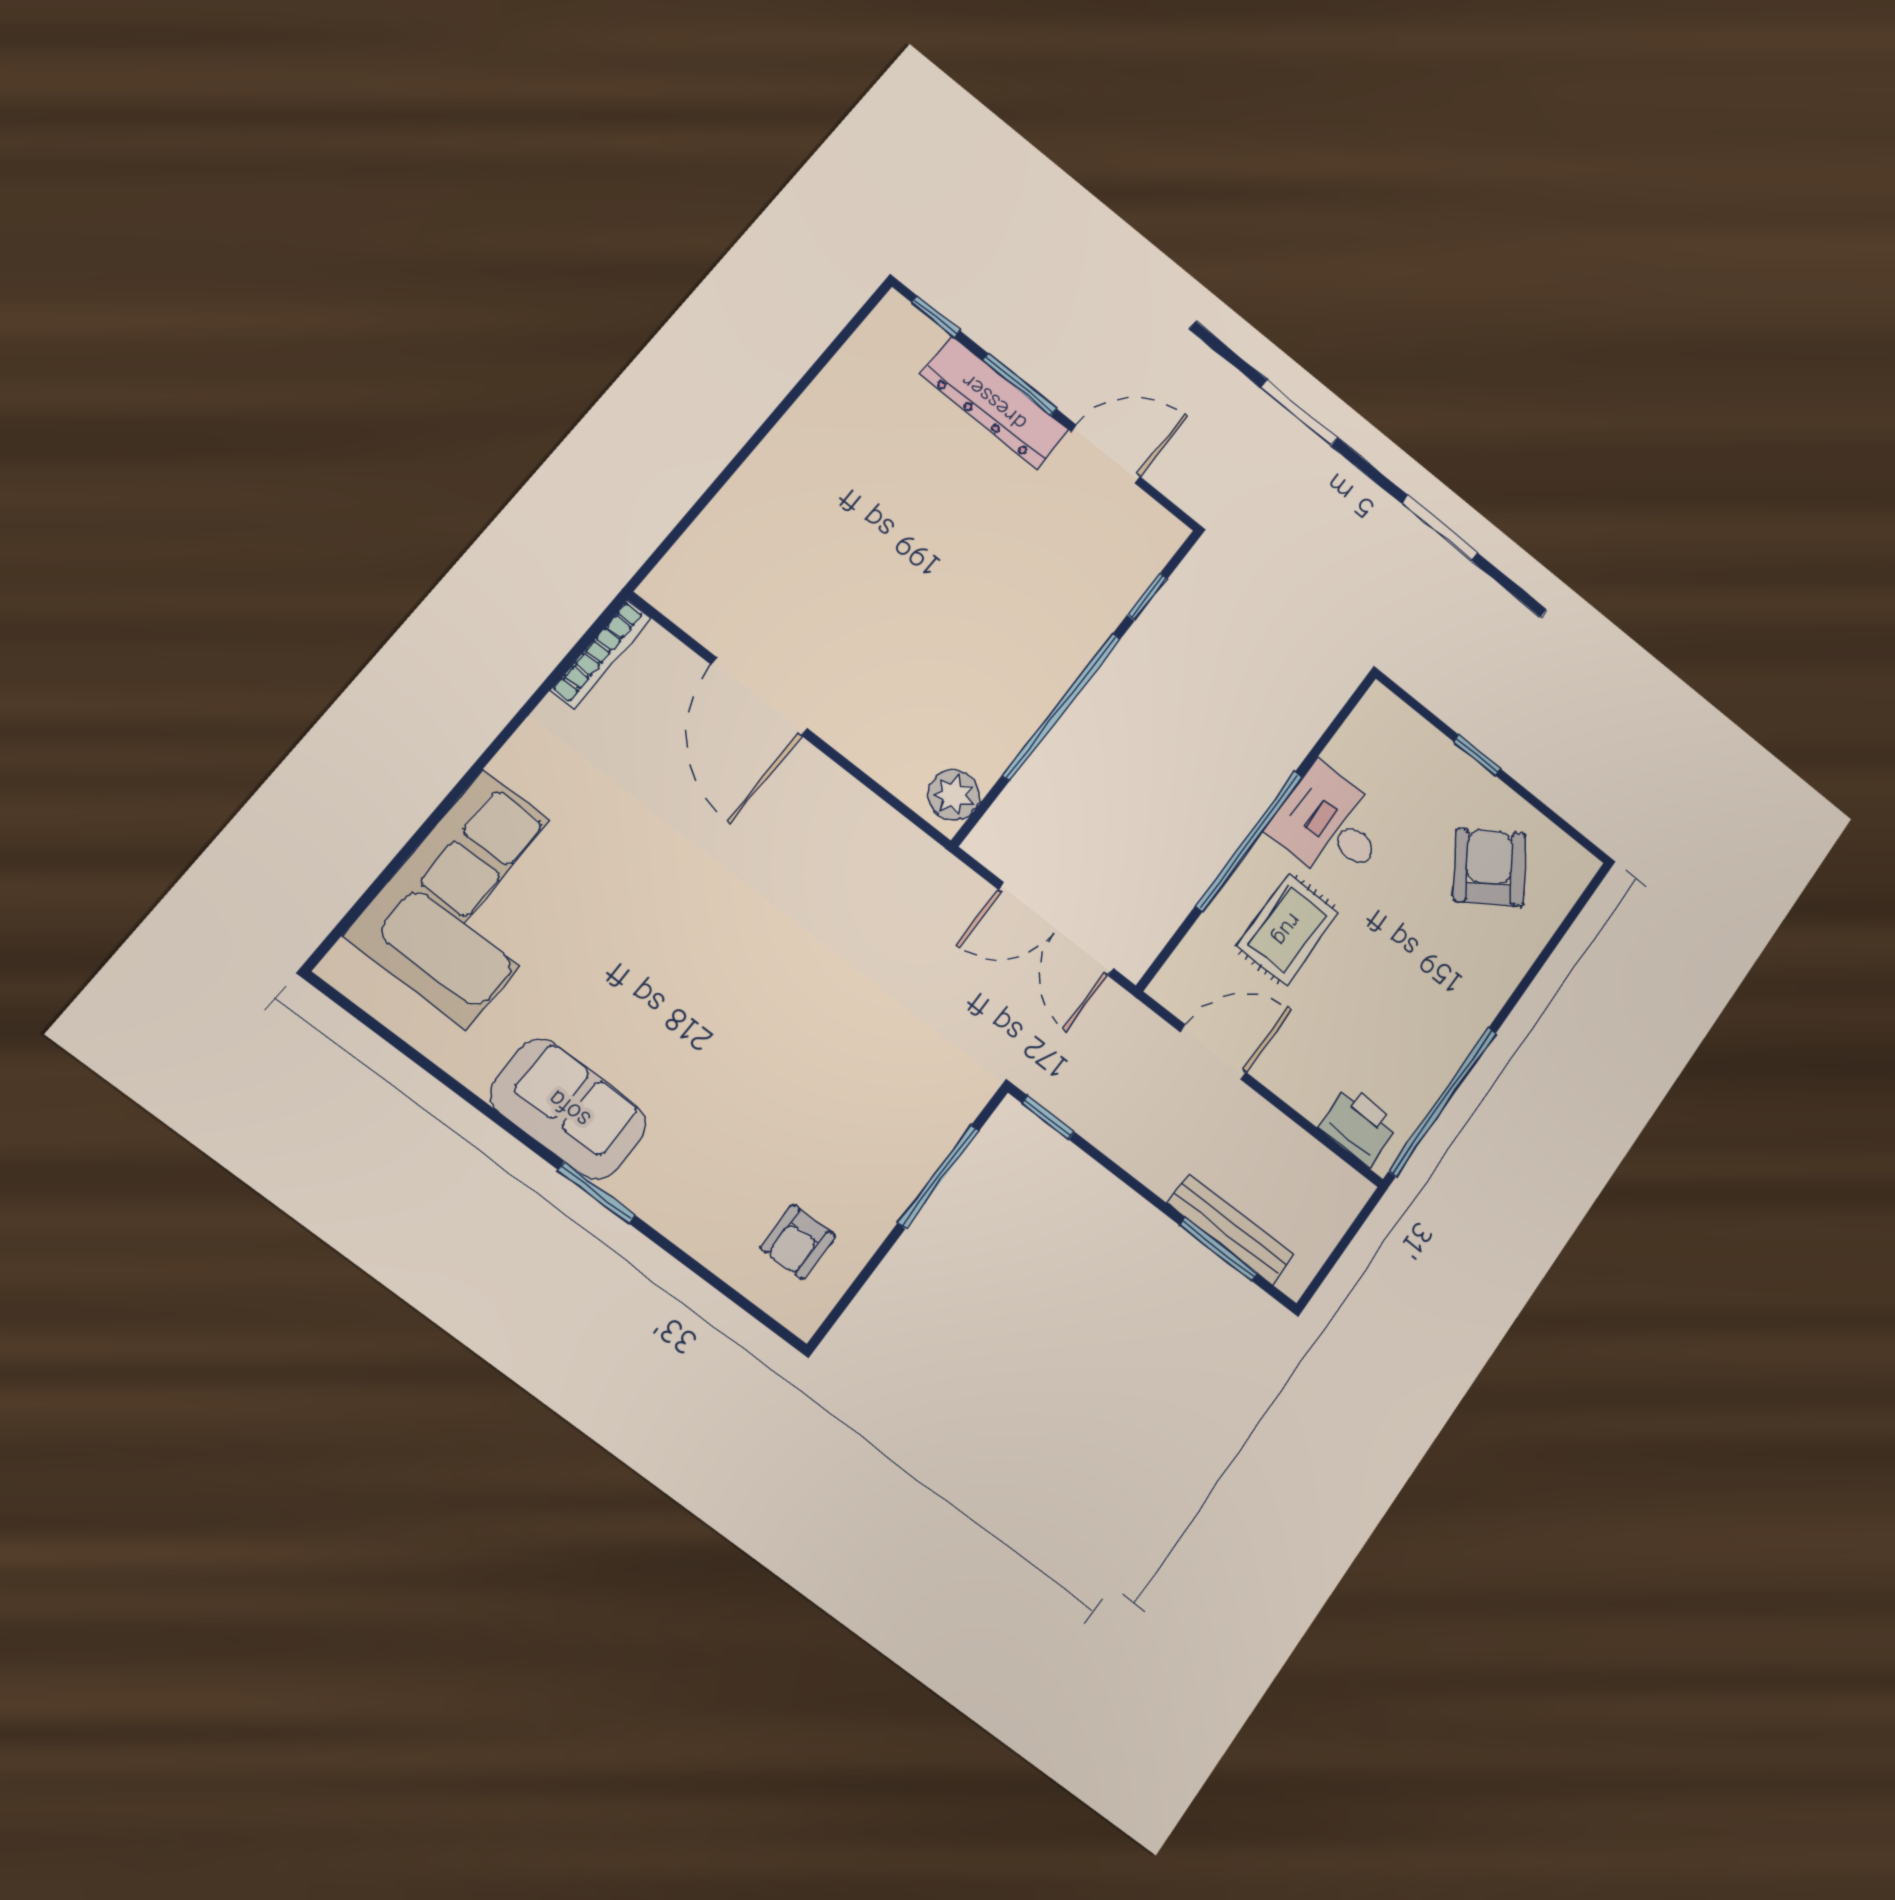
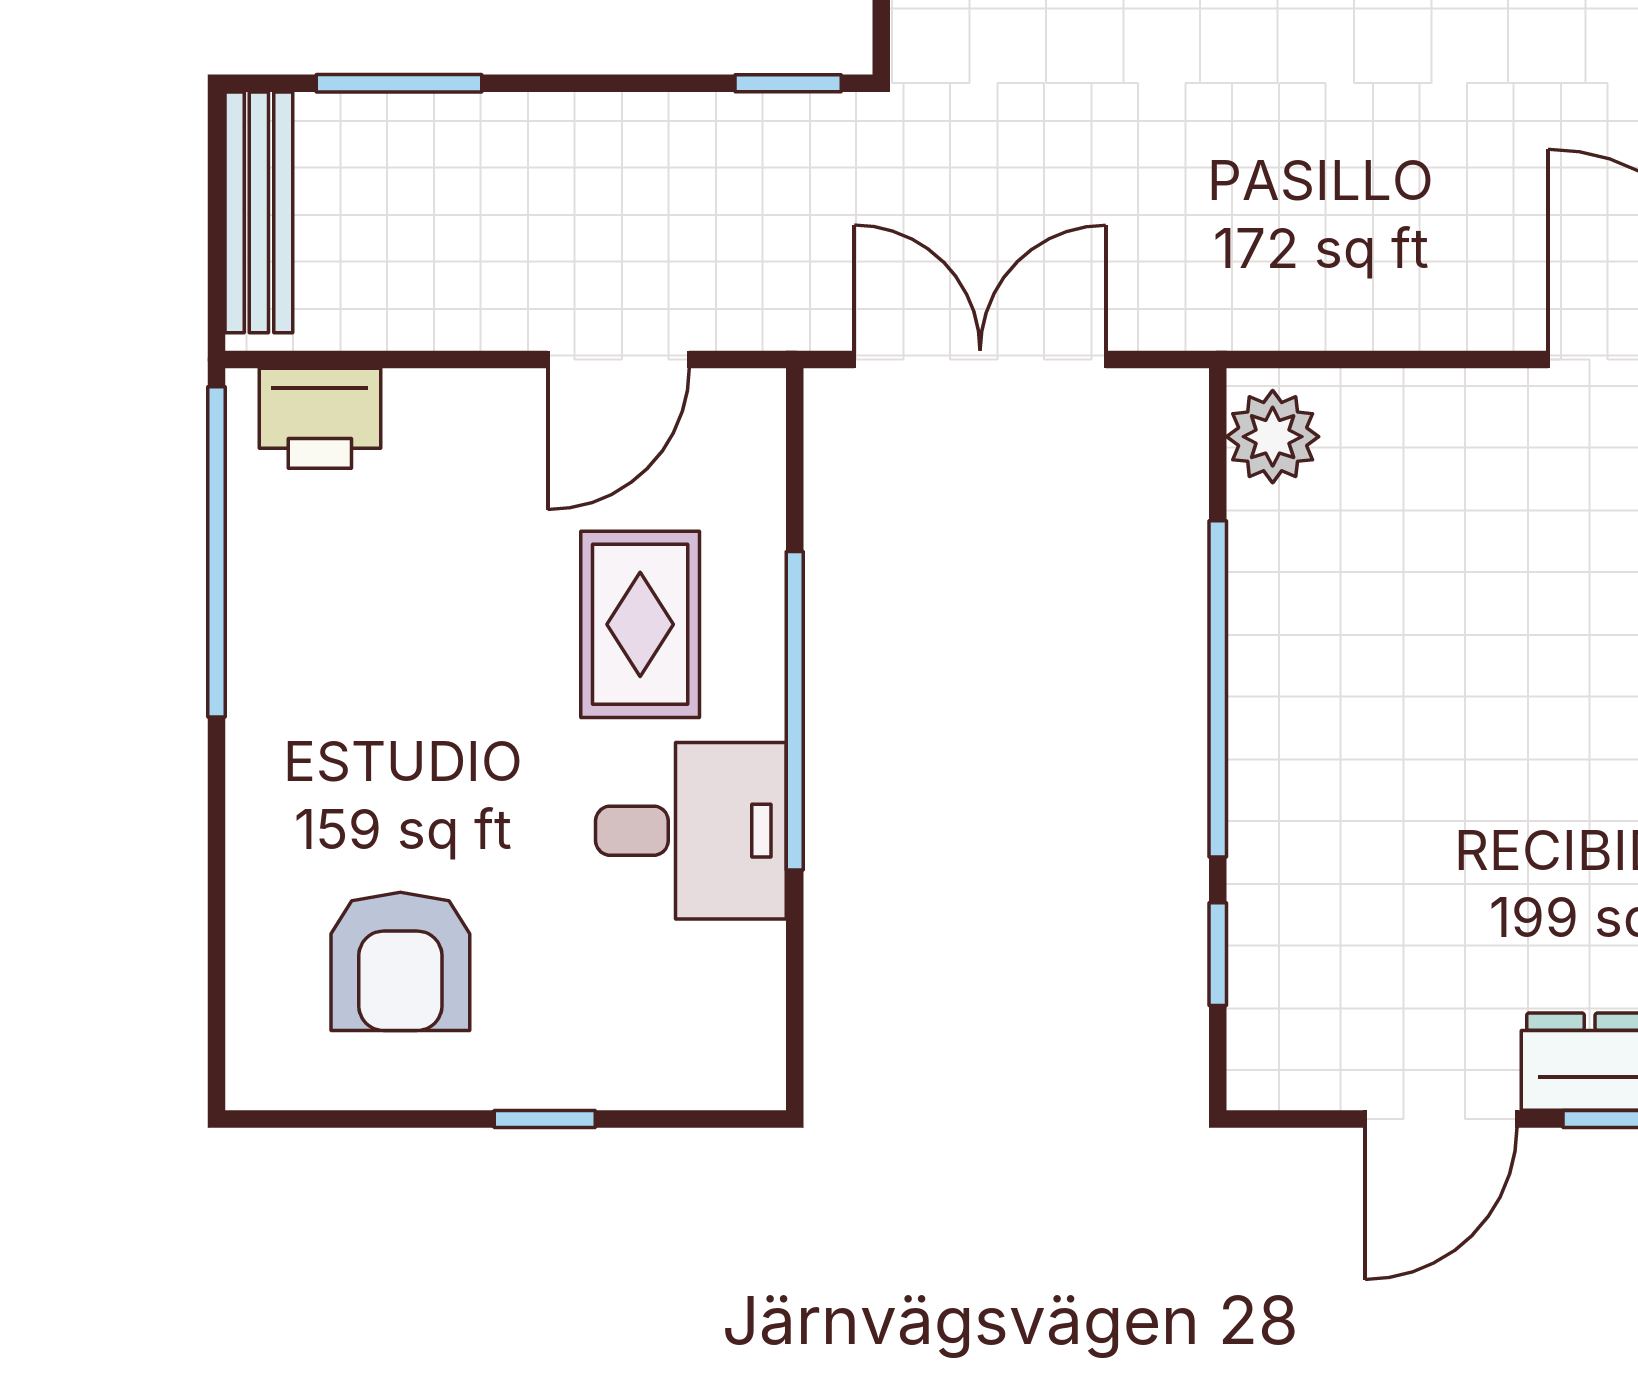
armchair: (1489, 867) -> (400, 961), turned 34
bench: (1231, 1229) -> (259, 212), moved, turned 90

